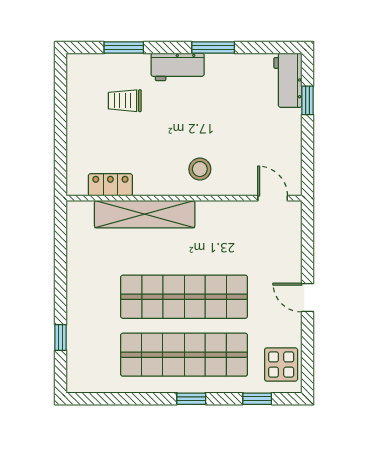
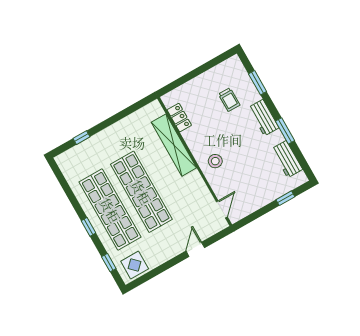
workbench: (288, 80) -> (287, 159), moved, turned -90
trolley: (125, 101) -> (229, 100), turned 180
door: (307, 298) -> (195, 249), moved

